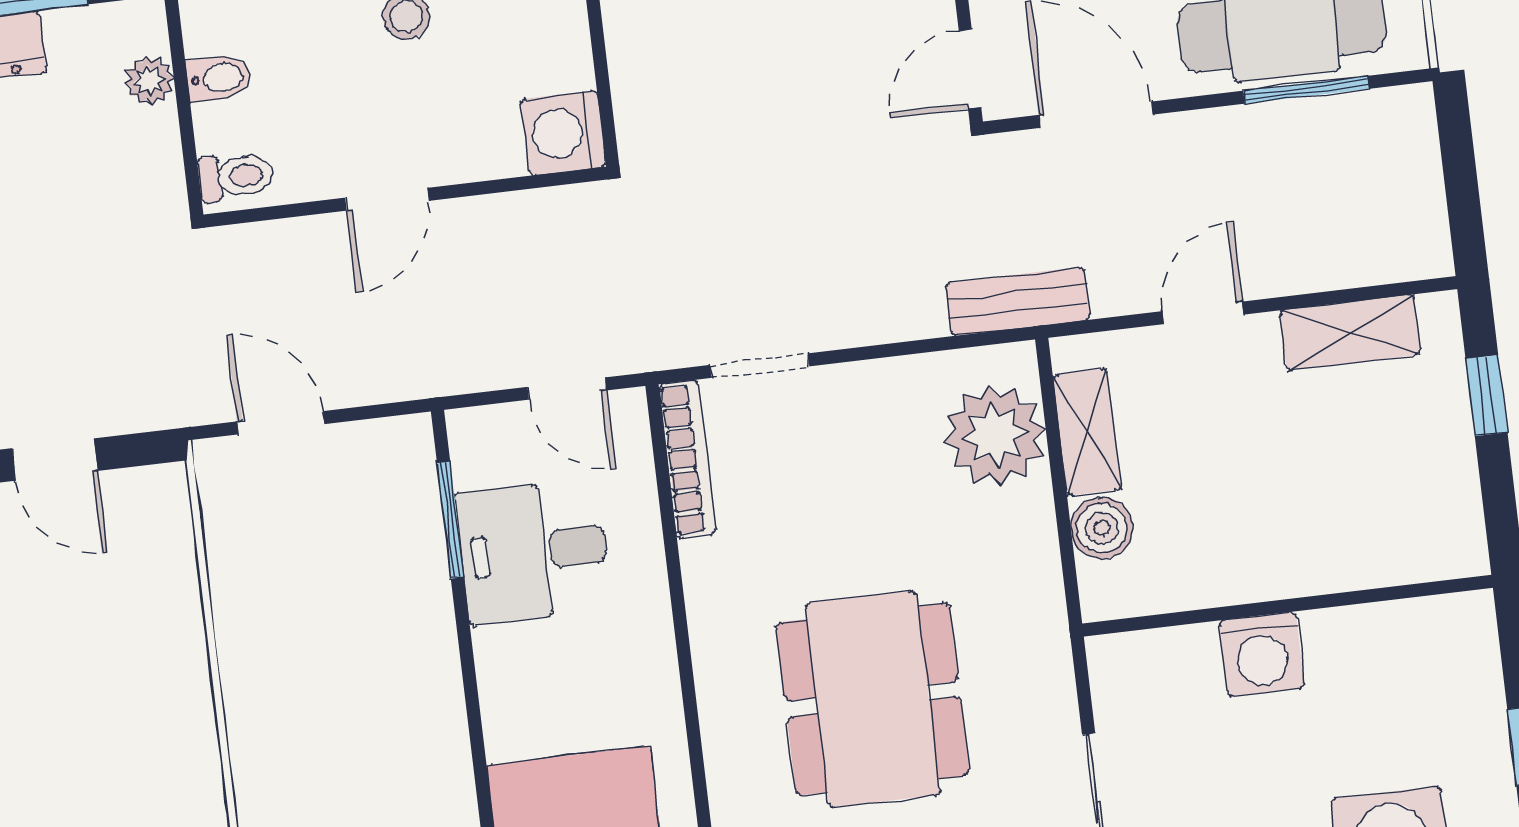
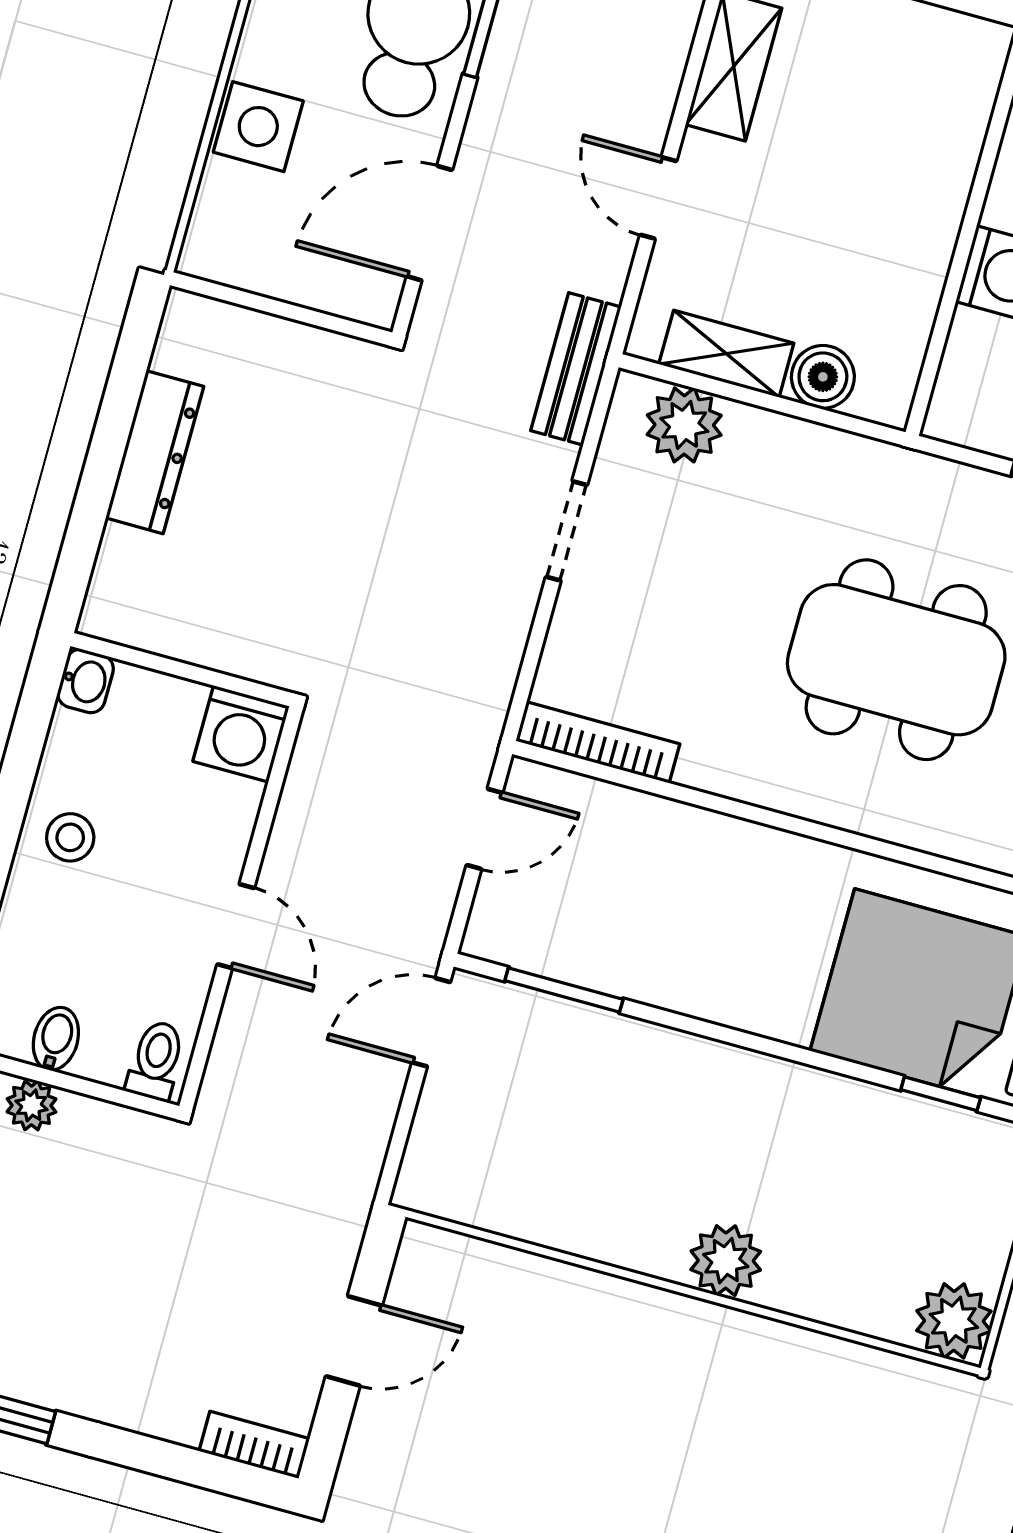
door: (970, 69) -> (338, 324), removed
doorway: (760, 366) -> (567, 531), moved
door: (281, 423) -> (431, 1022), moved
plant: (995, 435) -> (684, 425), width x0.73, depth x0.73
desk: (534, 551) -> (625, 923), removed
plant: (265, 767) -> (726, 1261), added

